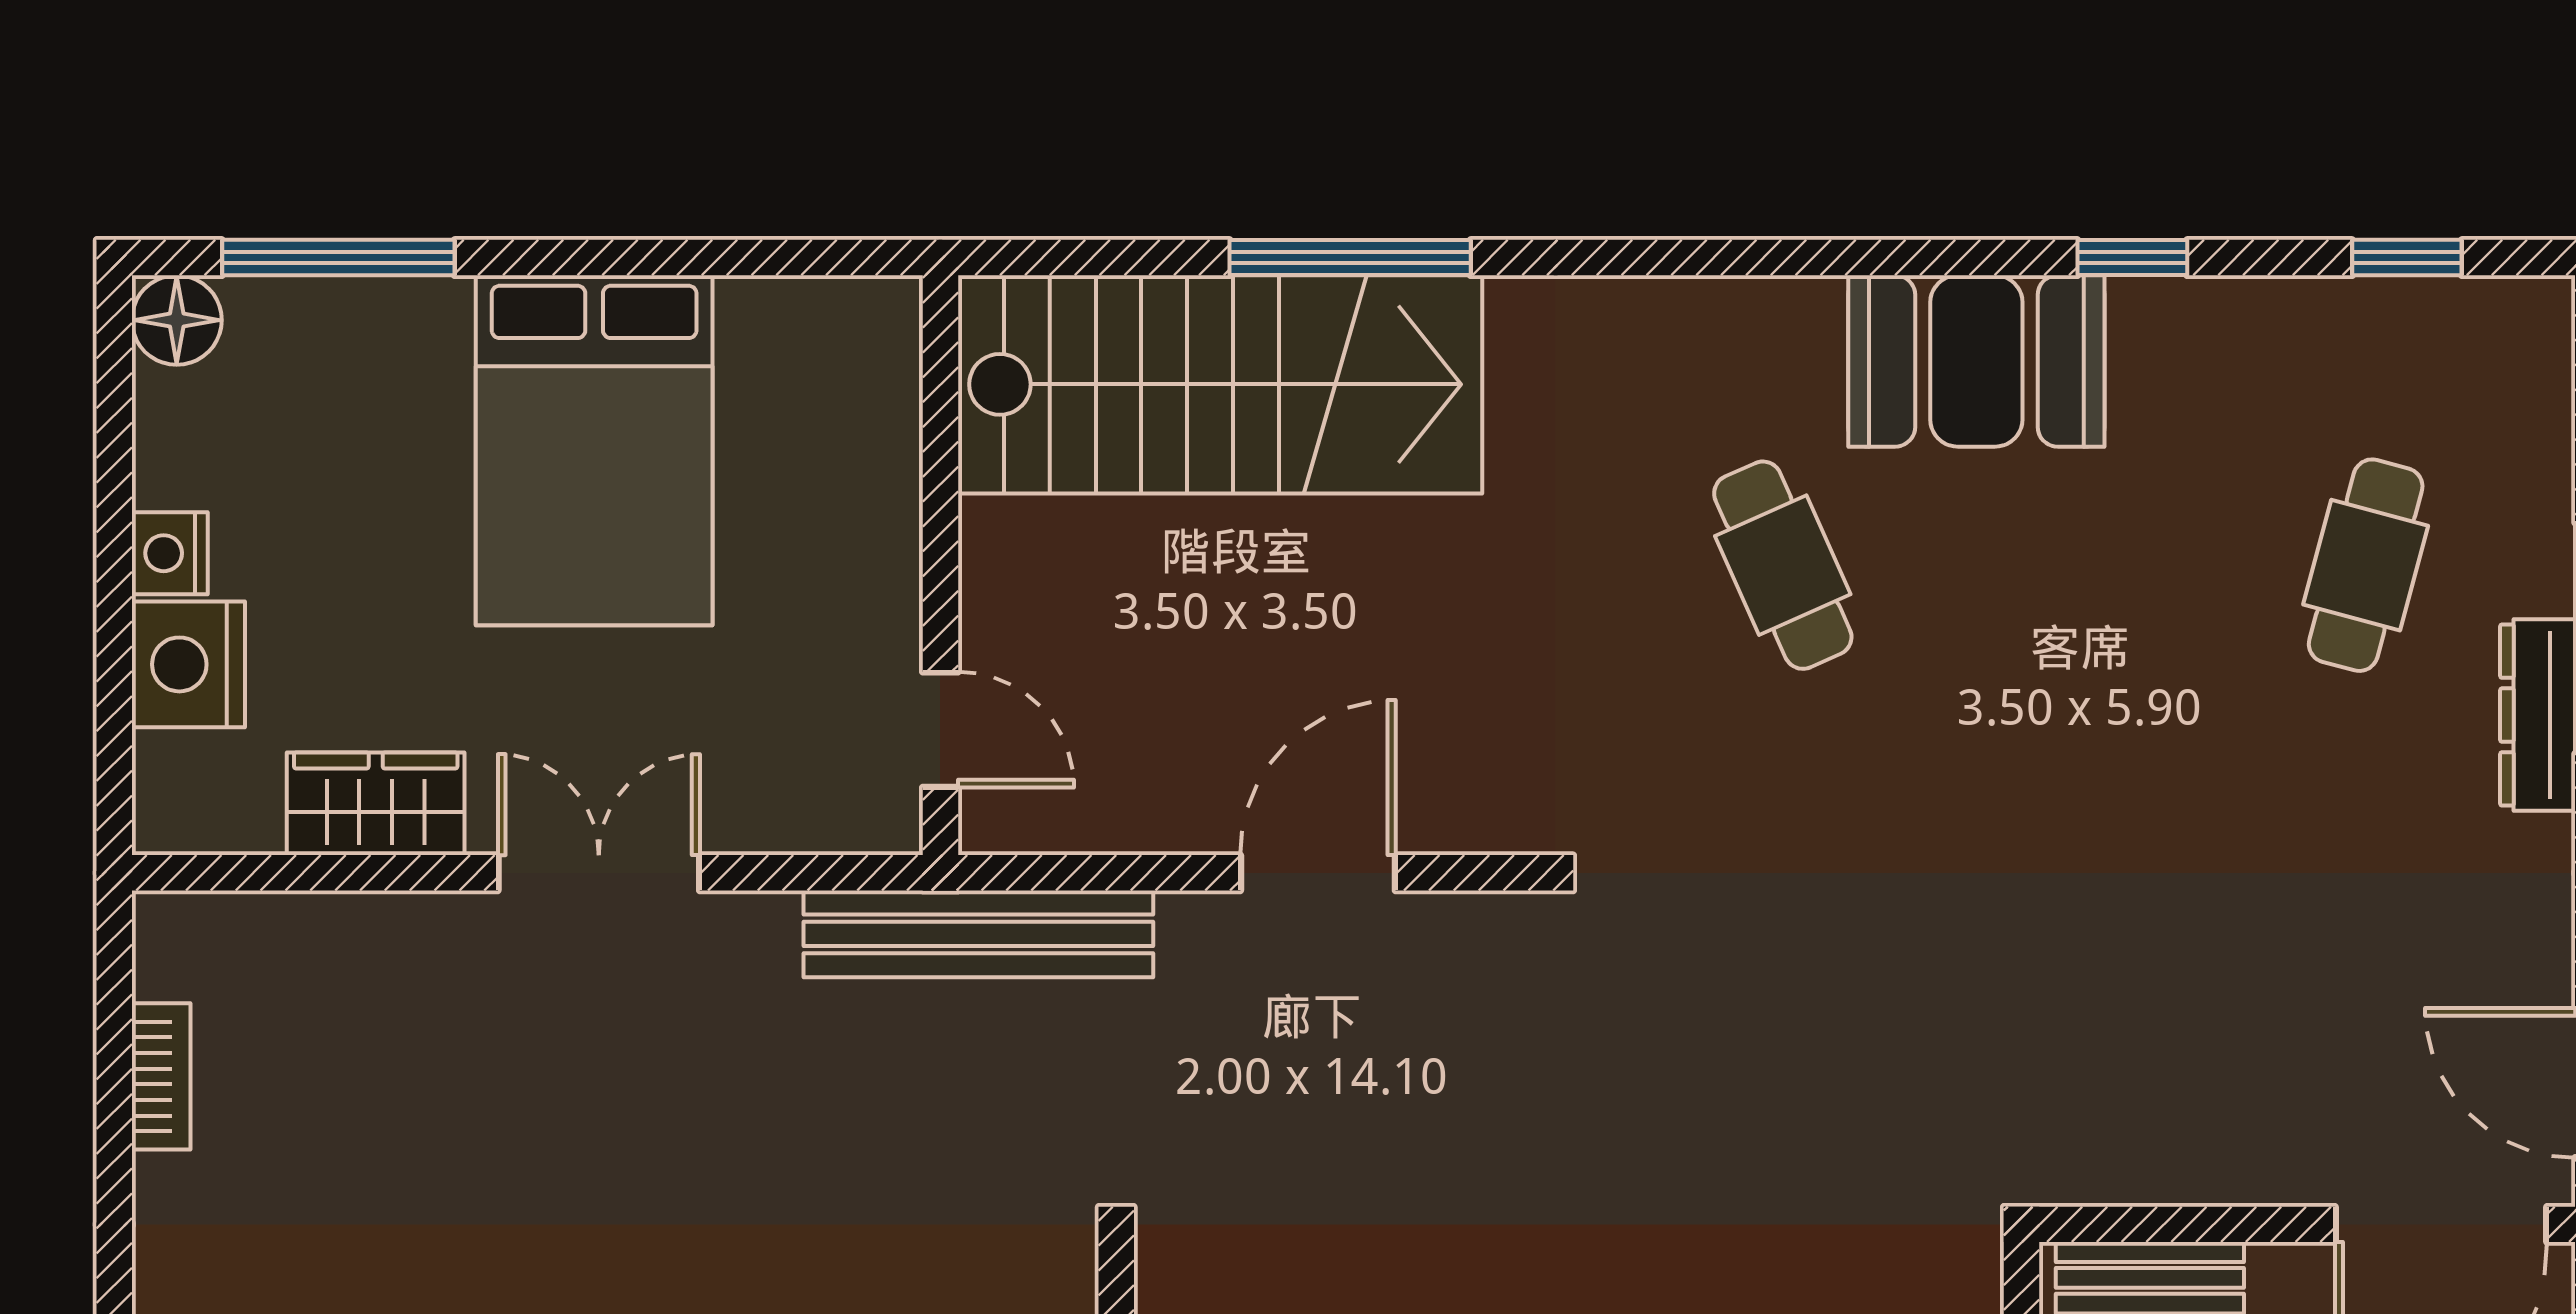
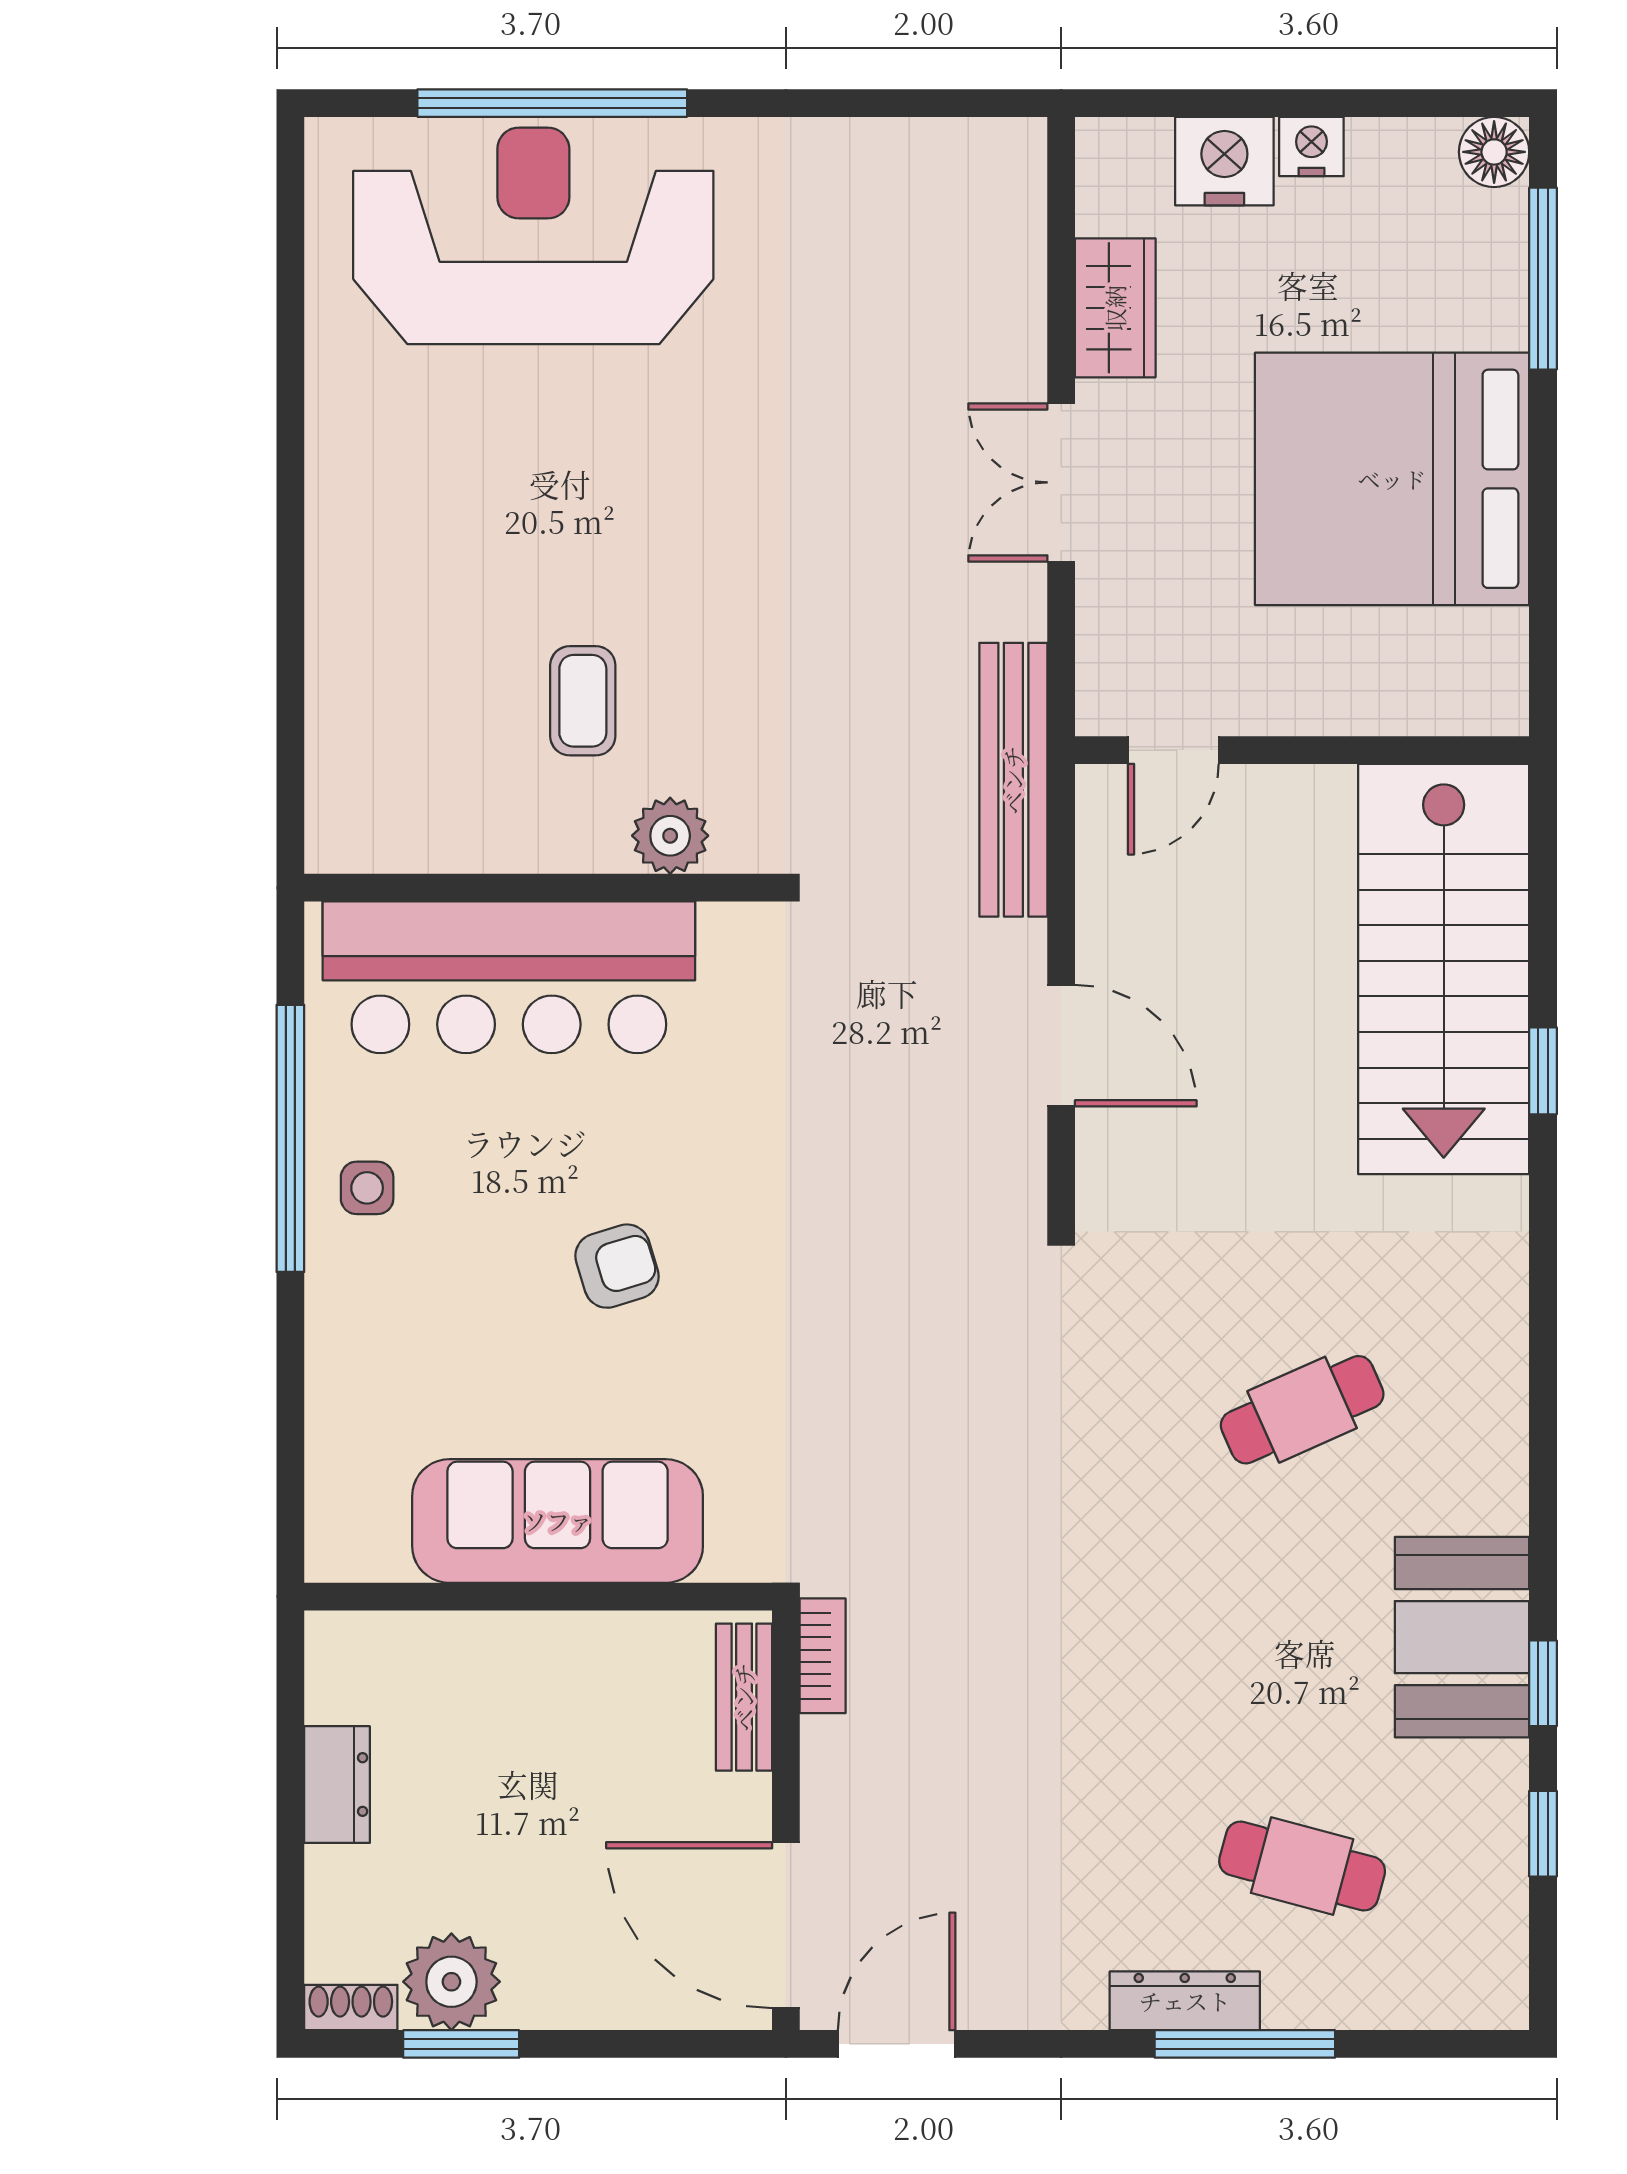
window: (1350, 258) -> (1543, 1071), width x0.46
window: (2407, 258) -> (1543, 1834), moved
booth: (1976, 361) -> (1462, 1637), moved
bed: (594, 450) -> (1392, 479), width x1.36
double door: (599, 873) -> (1061, 482), swing flipped
bookcase: (161, 1076) -> (823, 1656), moved, turned -90

